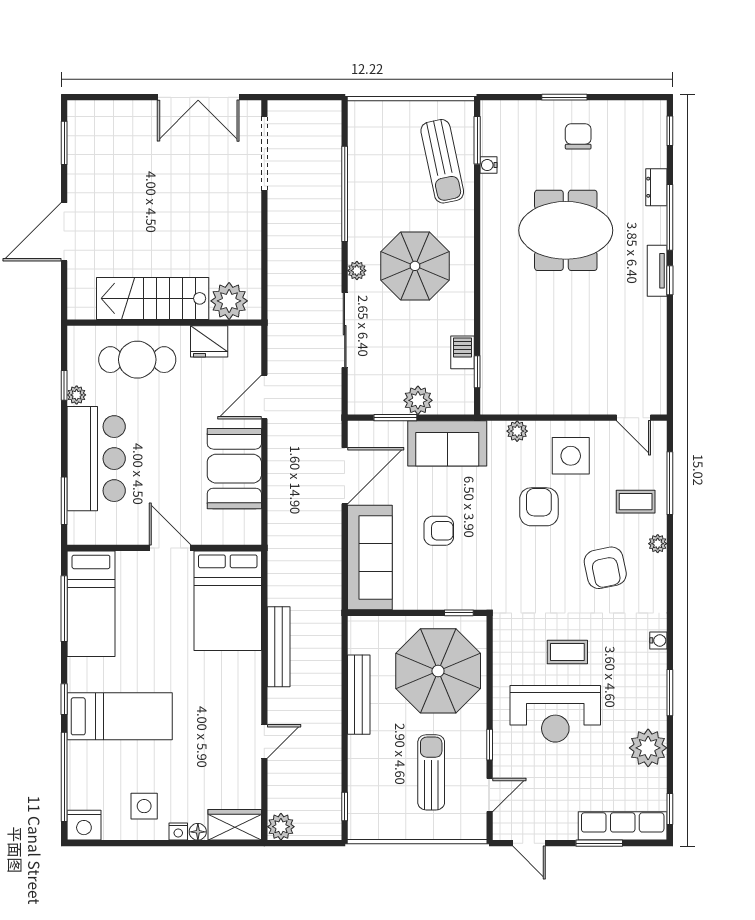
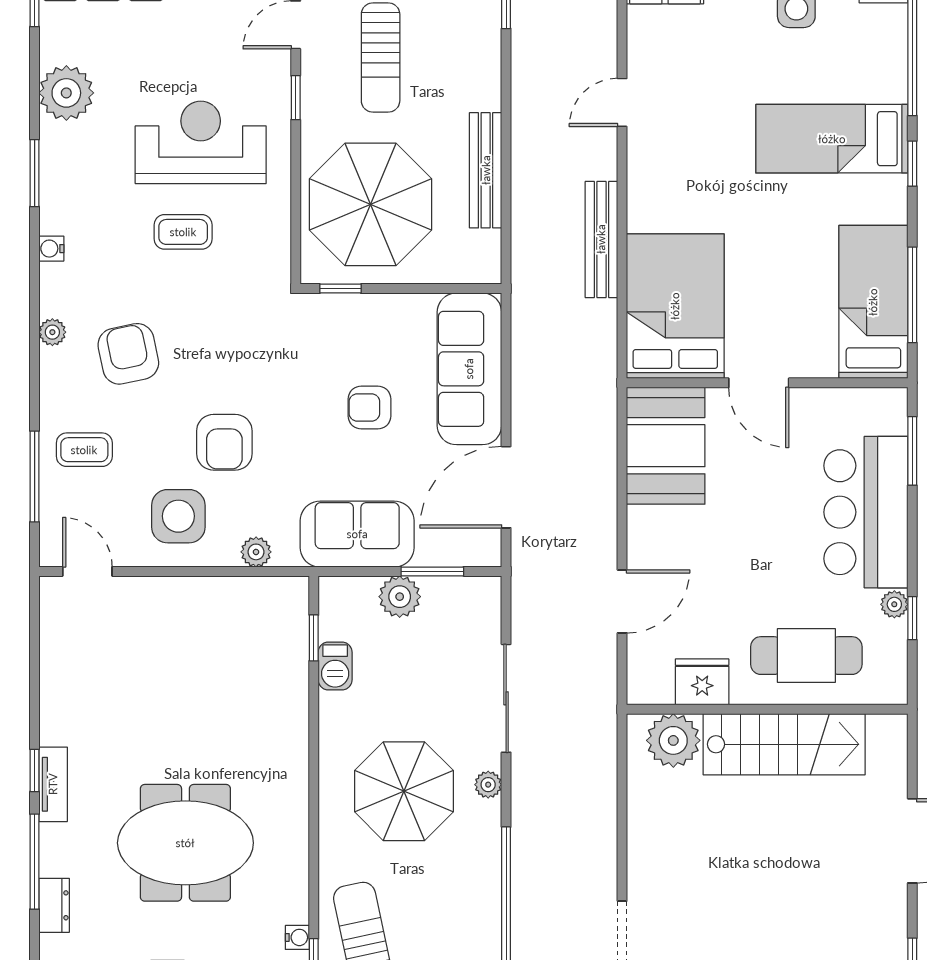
booth: (234, 469) -> (666, 446), moved
plant: (658, 544) -> (52, 332), moved

